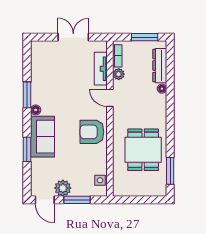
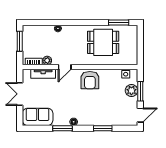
dresser: (160, 66) -> (41, 30), removed
sofa: (42, 137) -> (38, 117), moved
plant: (63, 188) -> (131, 90), moved

